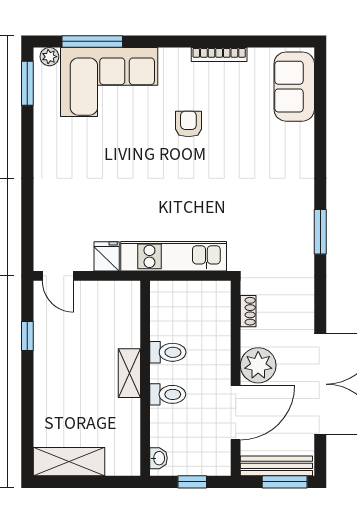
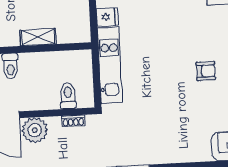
toilet: (168, 352) -> (68, 96), moved, turned 180
shelving: (129, 373) -> (38, 37), moved

